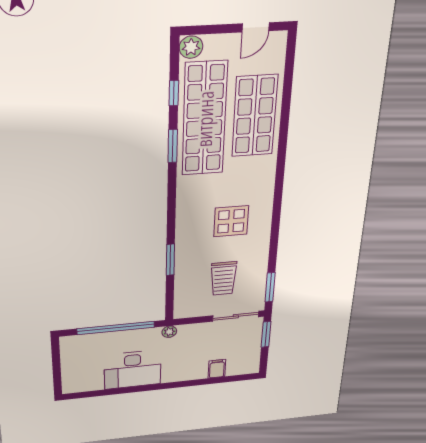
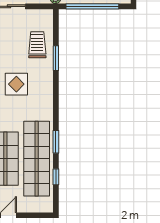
plant: (191, 47) -> (46, 205), removed
trolley: (223, 278) -> (37, 45), moved

